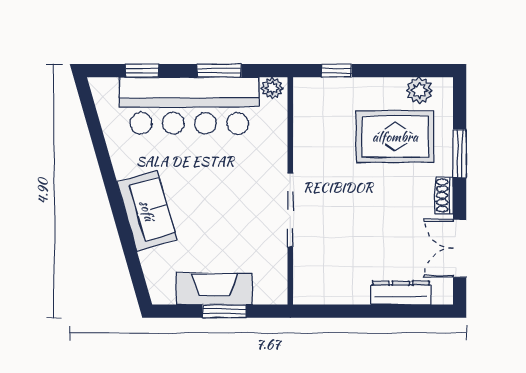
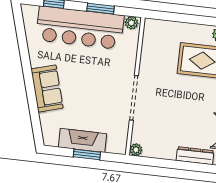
window: (337, 71) -> (172, 17), removed
plant: (303, 294) -> (136, 150), added

